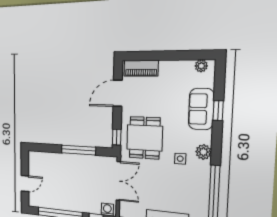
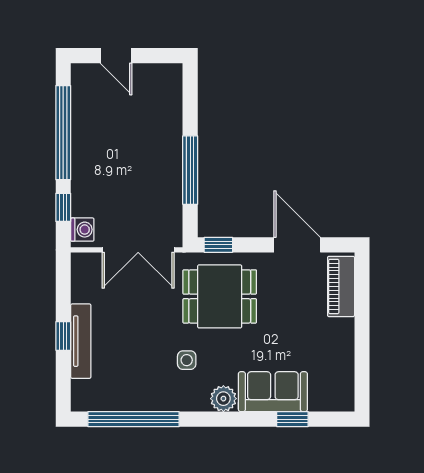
plant: (201, 66) -> (344, 389), removed
window: (218, 111) -> (292, 419), moved
plant: (203, 152) -> (223, 399), moved

